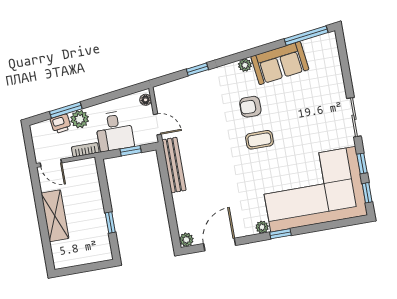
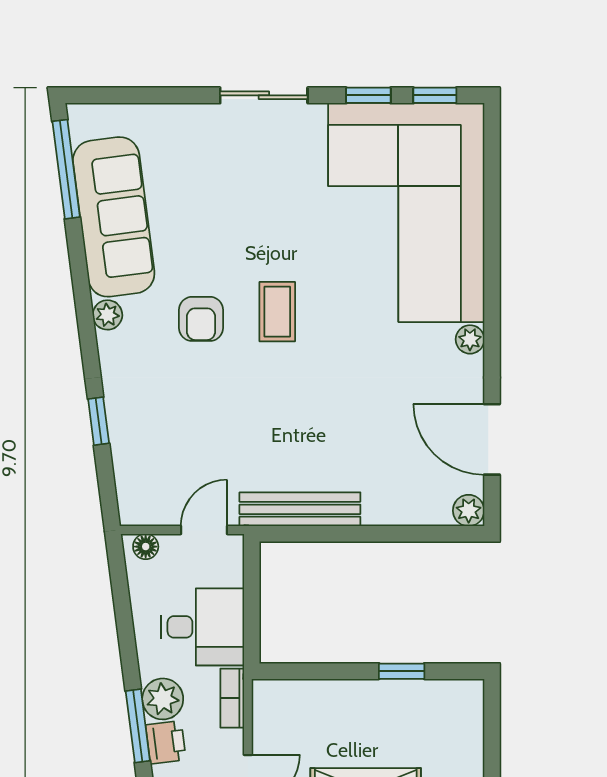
sofa: (280, 63) -> (114, 217), width x1.36
window: (131, 151) -> (252, 599), removed
window: (280, 234) -> (492, 302), removed

